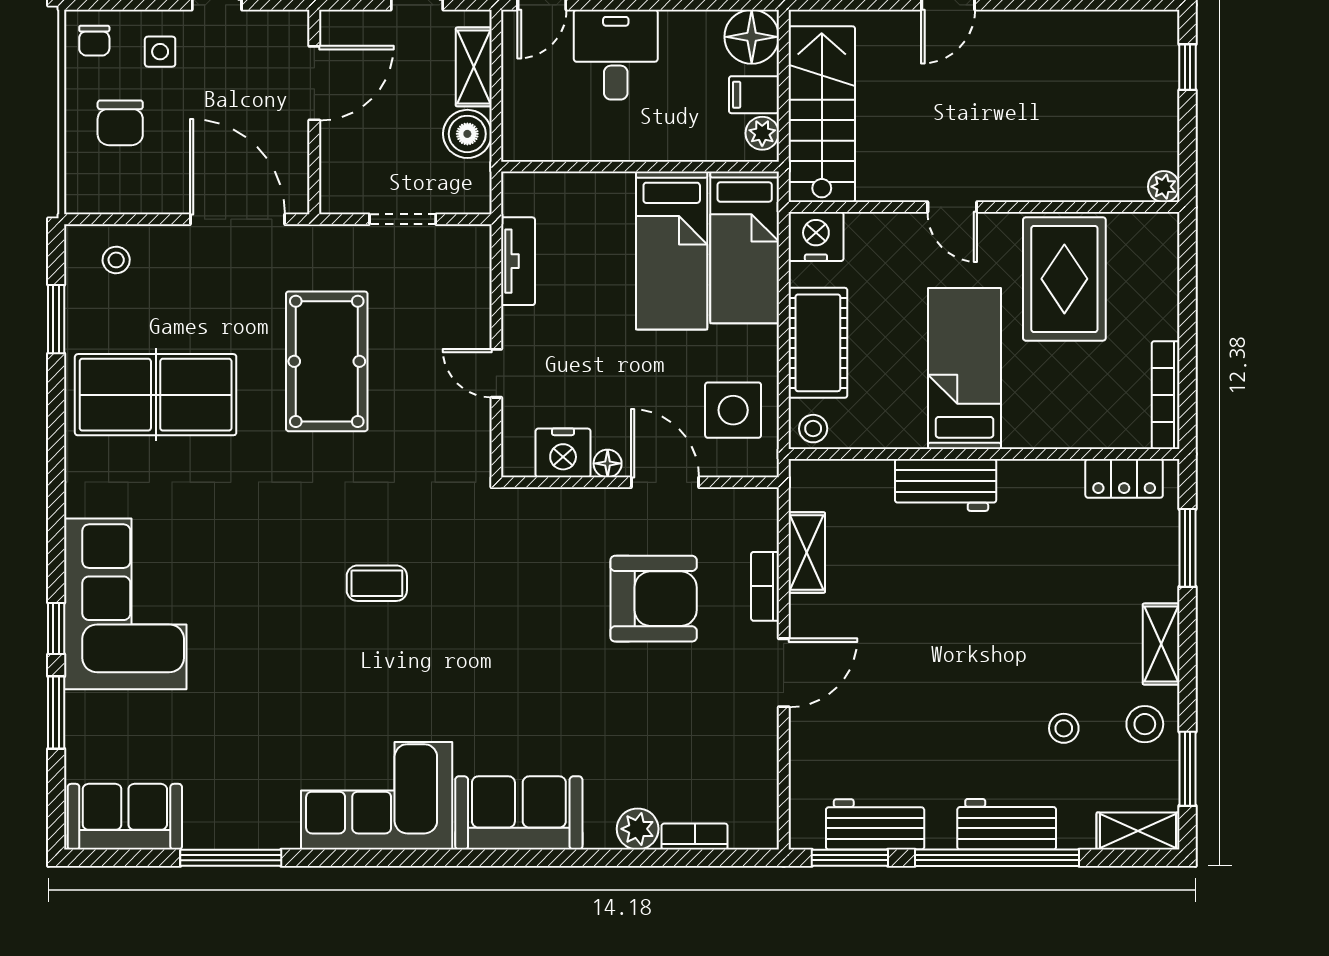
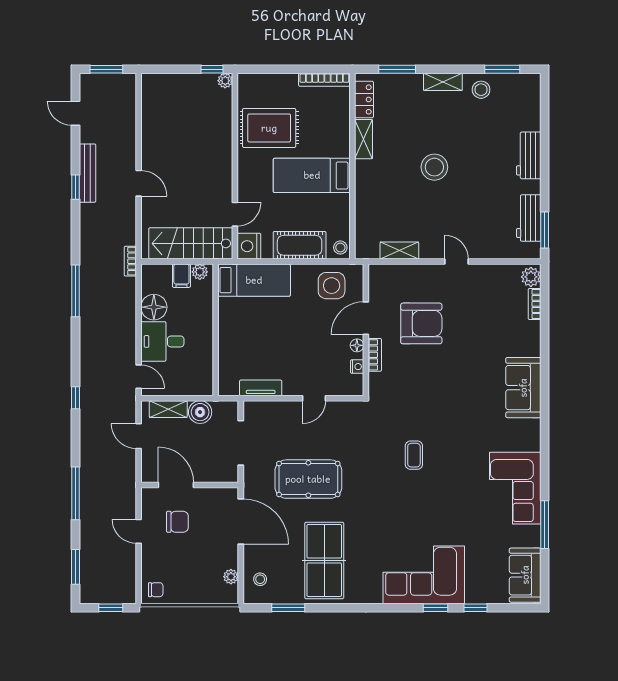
floor lamp: (752, 37) -> (154, 307), moved
side table: (160, 52) -> (161, 558), removed
window: (1188, 67) -> (212, 69), moved
chair: (120, 123) -> (177, 522), moved
plant: (122, 199) -> (231, 577), added
door: (952, 207) -> (235, 214), moved
door: (237, 219) -> (241, 521), swing flipped
doorway: (403, 219) -> (241, 443), width x1.38
bed: (672, 251) -> (256, 315), removed
nightstand: (563, 453) -> (357, 367), width x0.53, depth x0.56
workbench: (946, 485) -> (367, 184), removed
bookcase: (765, 586) -> (375, 355), moved, turned -90
armchair: (654, 599) -> (421, 323), turned 90
door: (784, 673) -> (457, 262), width x0.73
window: (56, 713) -> (476, 608), width x0.67
stool: (1064, 728) -> (434, 167), moved, width x1.89, depth x1.89
corner sofa: (377, 796) -> (515, 488), moved
plant: (638, 829) -> (531, 277), moved
shelving: (1138, 831) -> (364, 139), moved
window: (997, 858) -> (545, 160), removed

